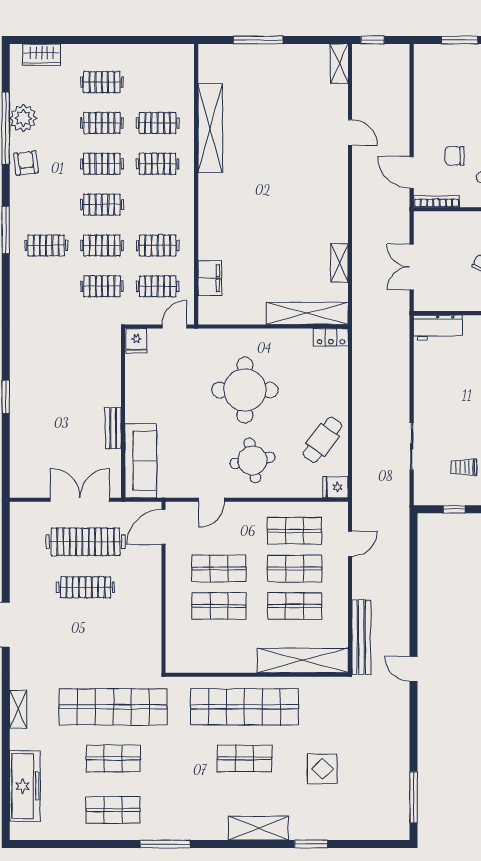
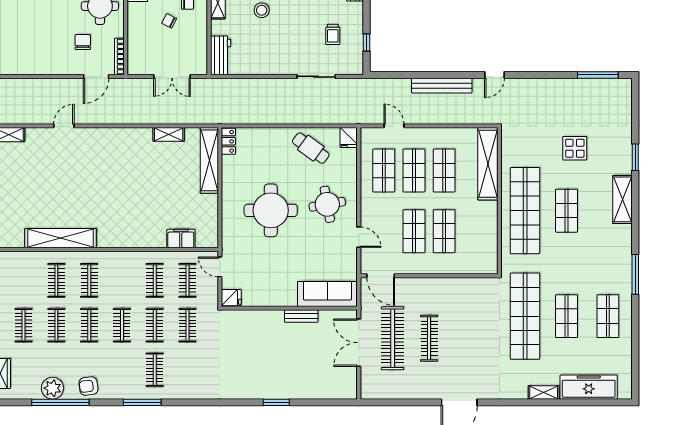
chair: (455, 156) -> (83, 42), turned 180
bench: (361, 637) -> (442, 86), moved
shelving: (18, 709) -> (544, 392), moved

